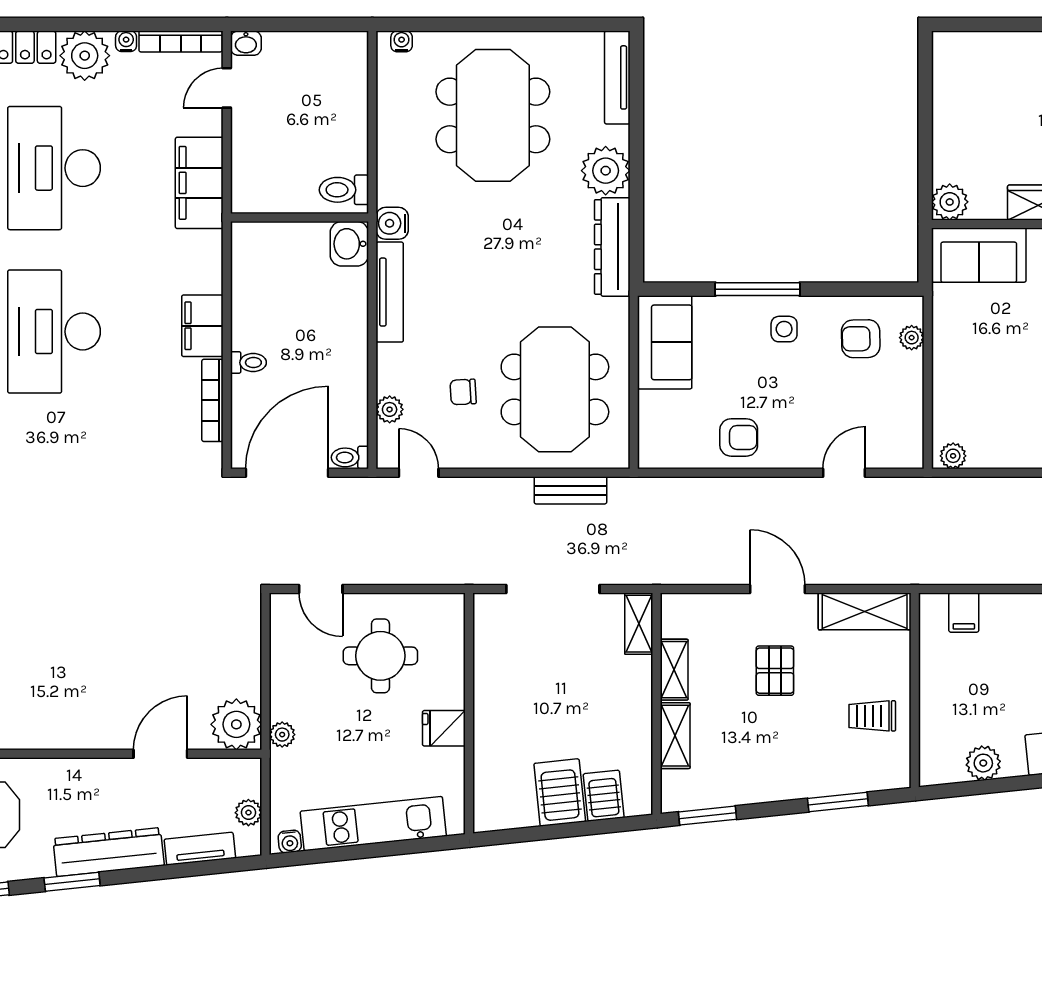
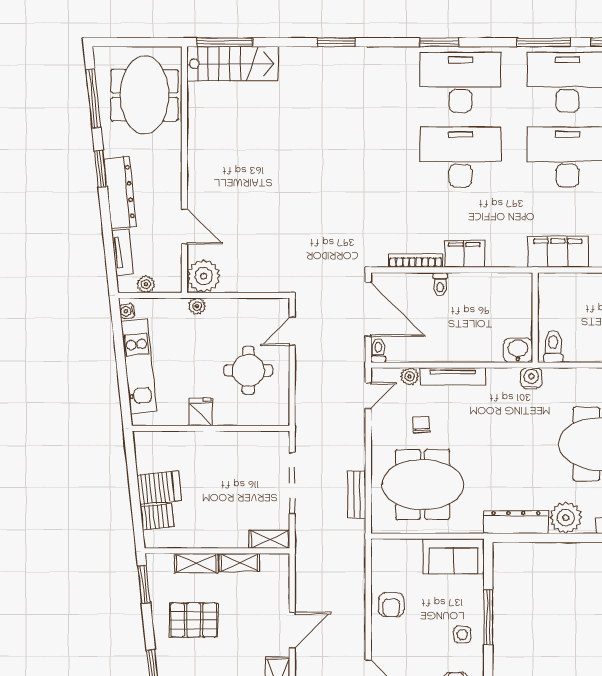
tv unit: (390, 292) -> (453, 376), moved
pallet: (775, 671) -> (194, 620), moved, width x1.50, depth x1.42

